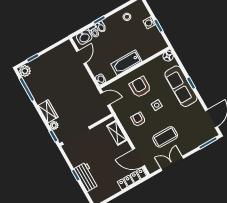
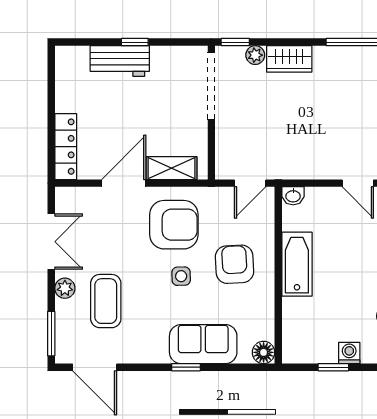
sofa: (181, 86) -> (203, 344), width x0.73
armchair: (140, 87) -> (234, 264), turned -93
armchair: (138, 119) -> (174, 225), width x1.88, depth x1.88
coffee table: (165, 137) -> (106, 301), moved
plant: (187, 148) -> (65, 288), added
door: (139, 158) -> (124, 183), moved

